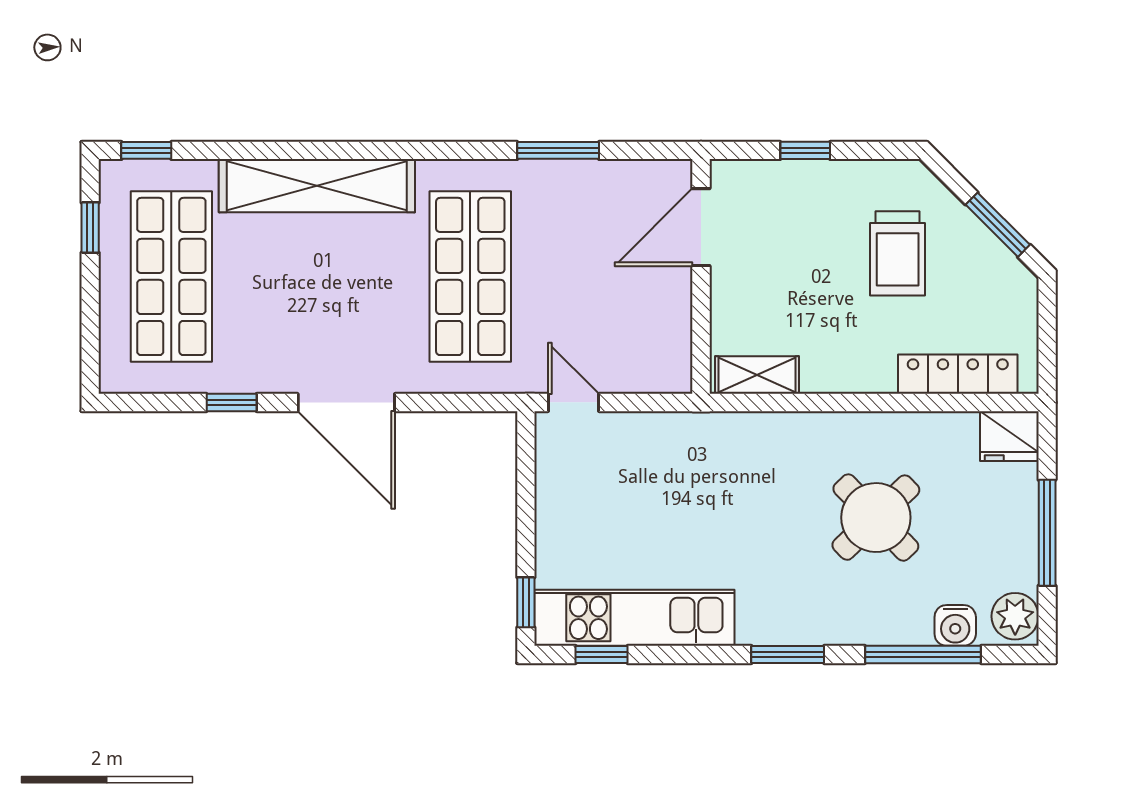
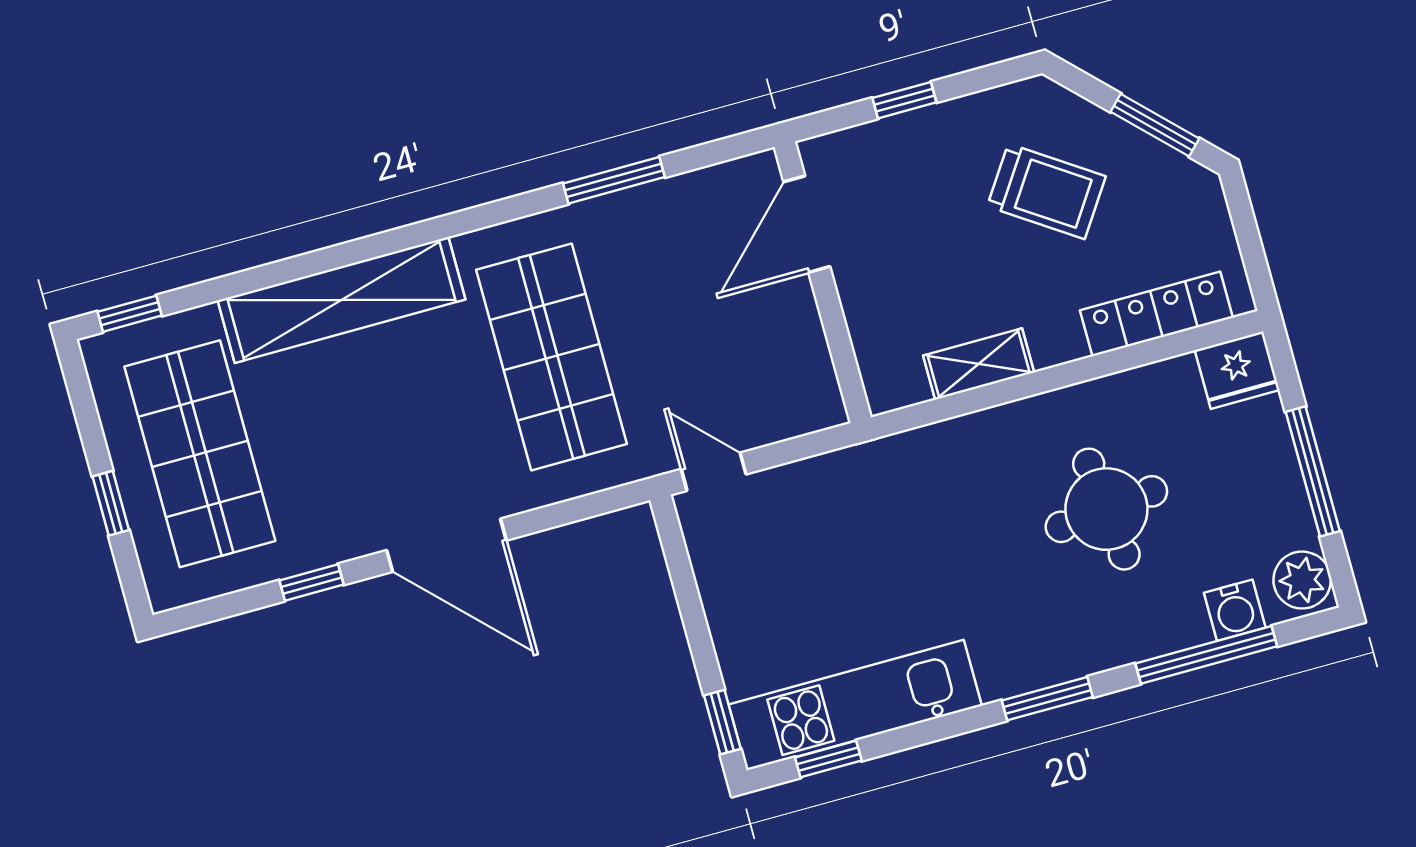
window: (90, 228) -> (111, 503), moved
trolley: (898, 253) -> (1046, 191), turned -56
shelving: (757, 375) -> (979, 364), moved
round table: (876, 518) -> (1106, 509), turned 38

